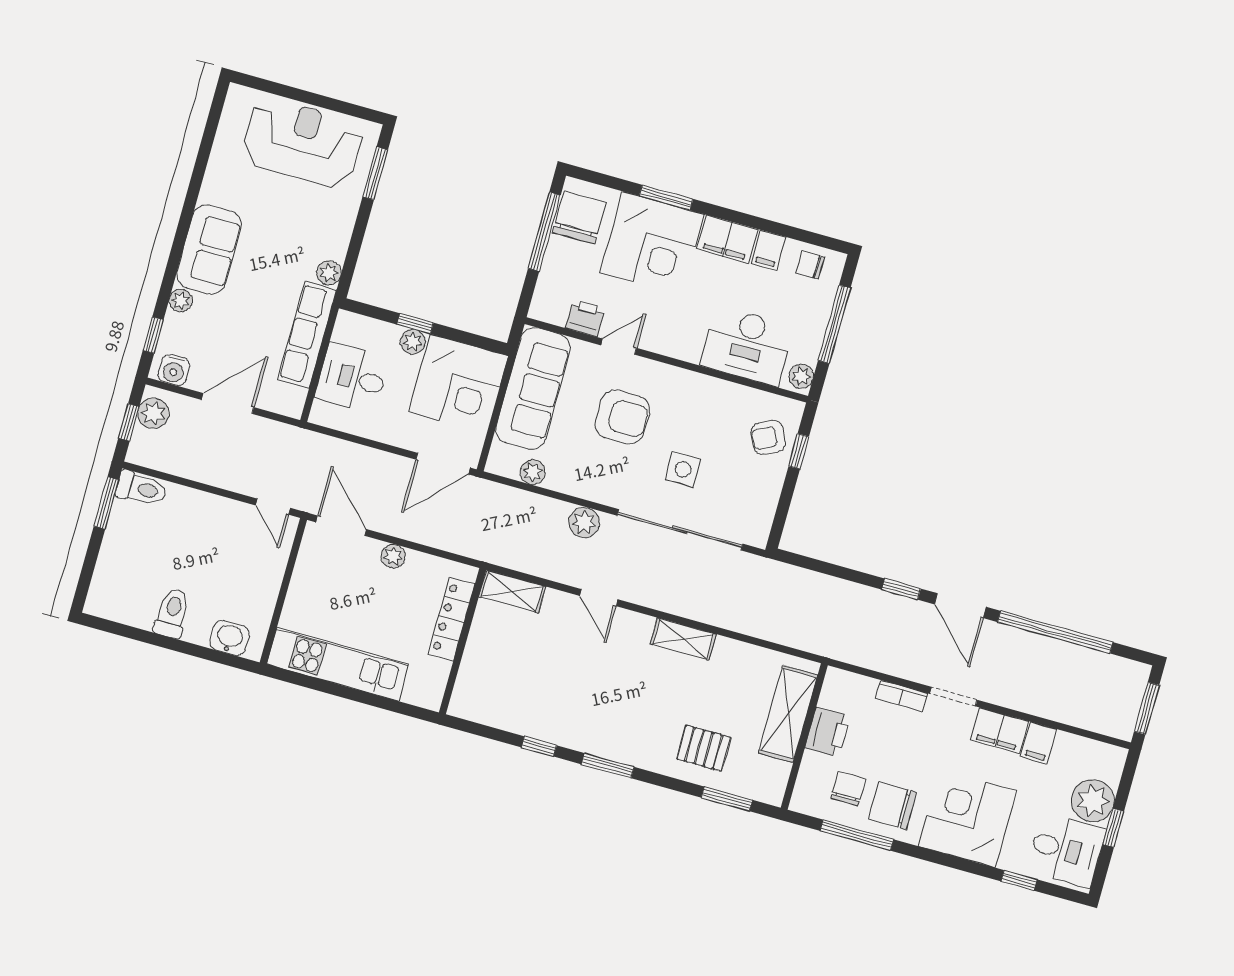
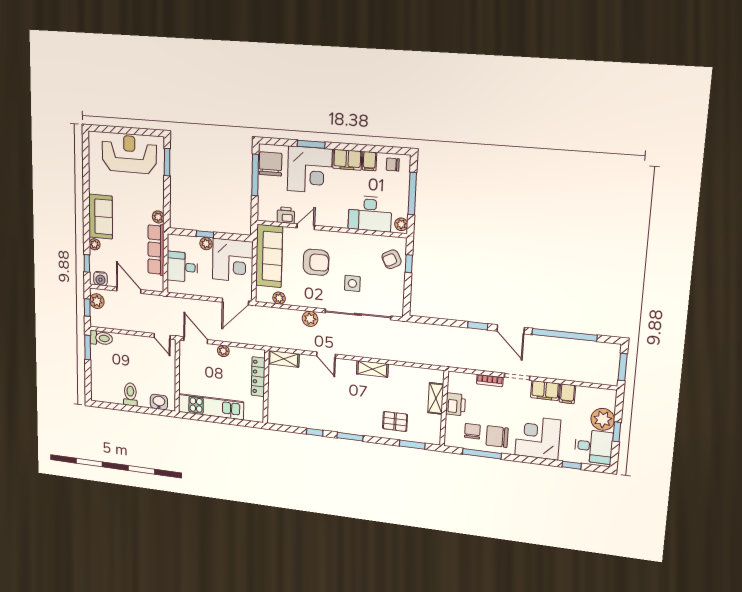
door: (228, 403) -> (129, 290), hinge flipped
shelving: (788, 714) -> (436, 398), width x0.67, depth x0.75

